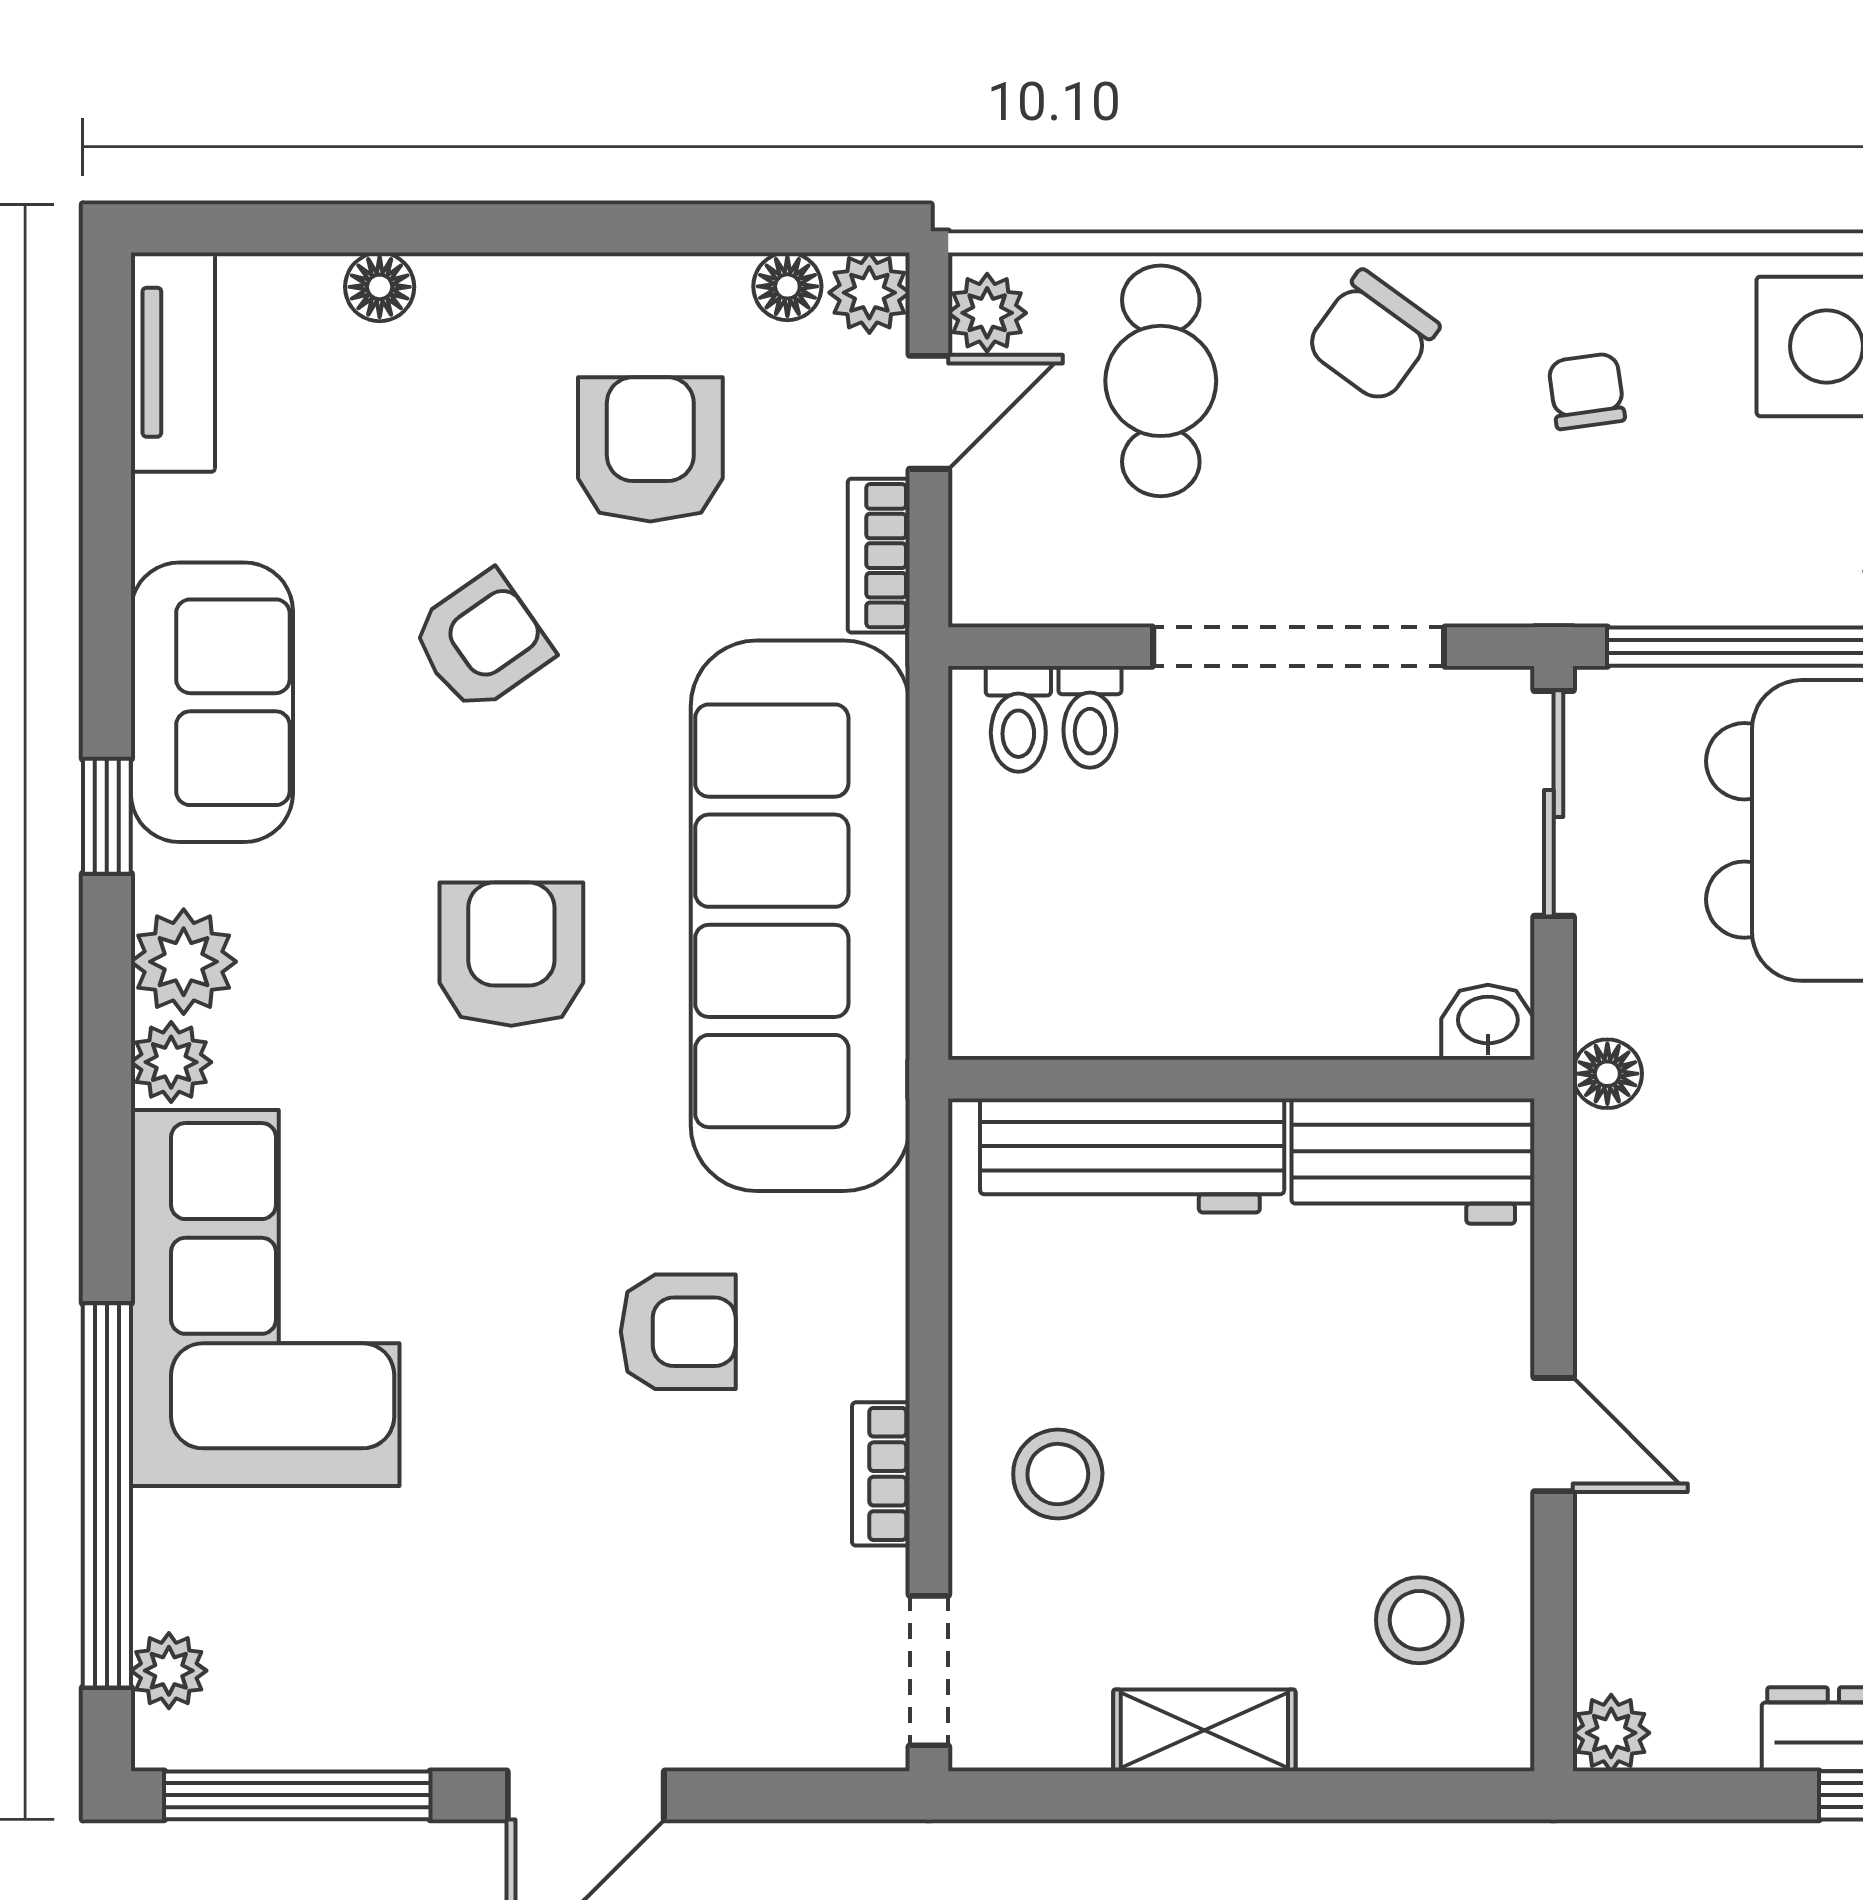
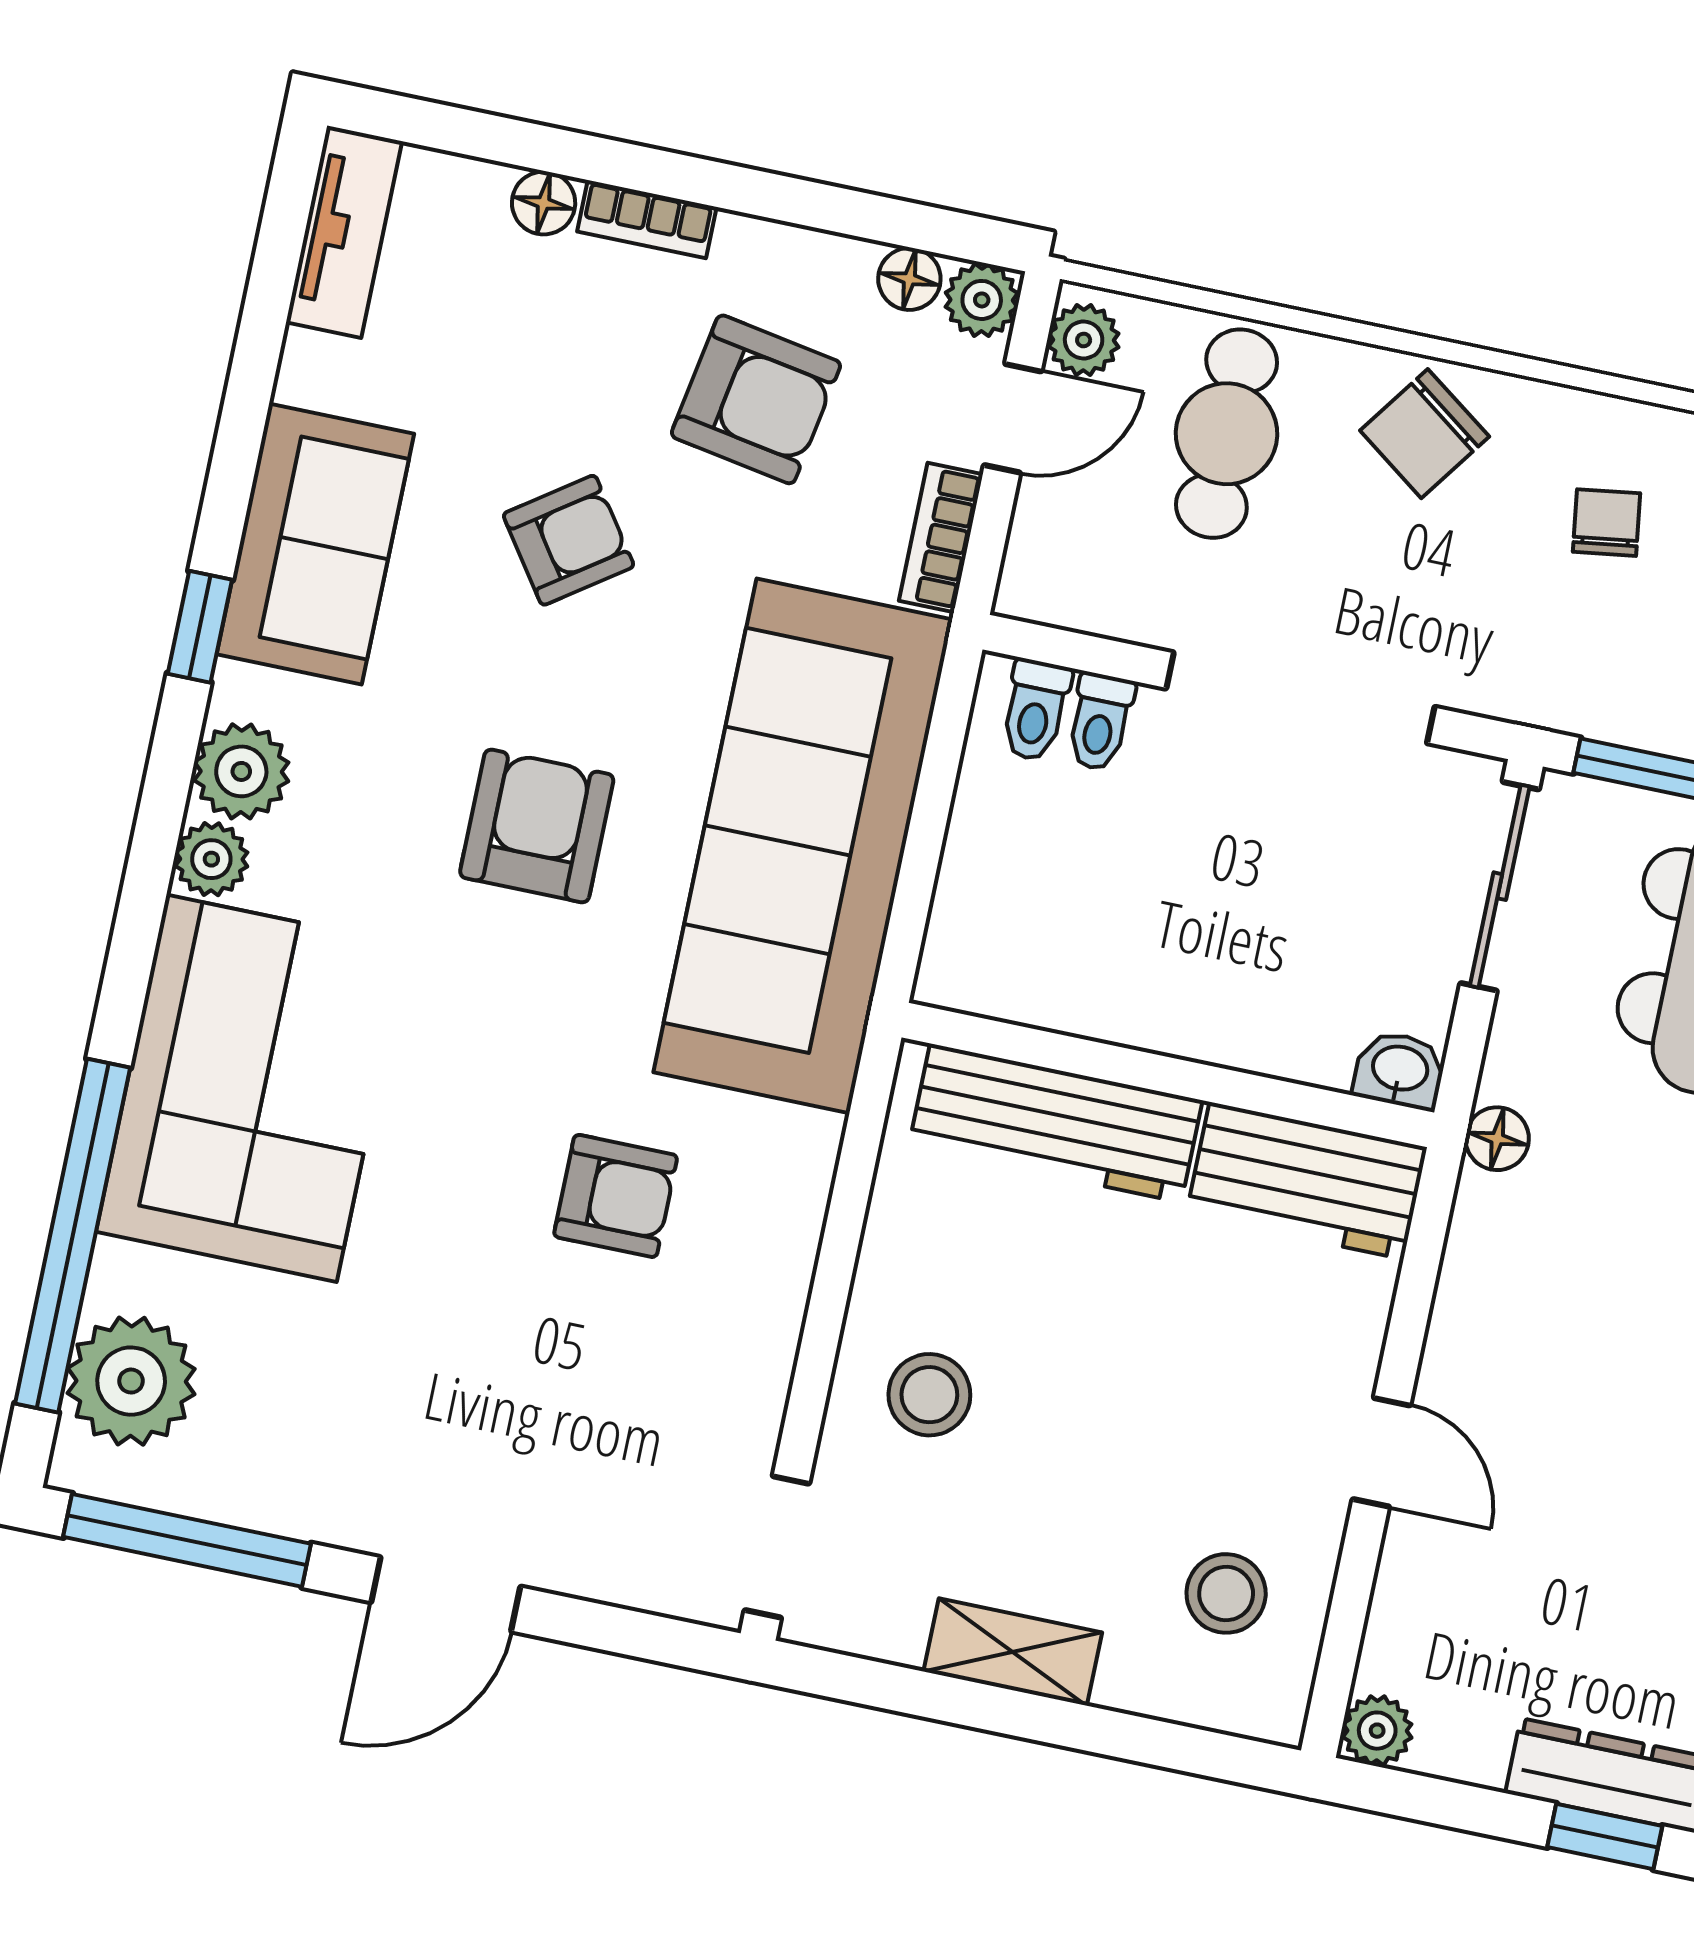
armchair: (650, 449) -> (756, 399), turned 100
bookcase: (881, 1474) -> (647, 219), moved, turned -90
plant: (169, 1671) -> (131, 1381), width x1.88, depth x1.88

